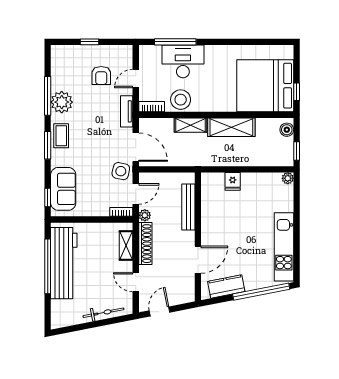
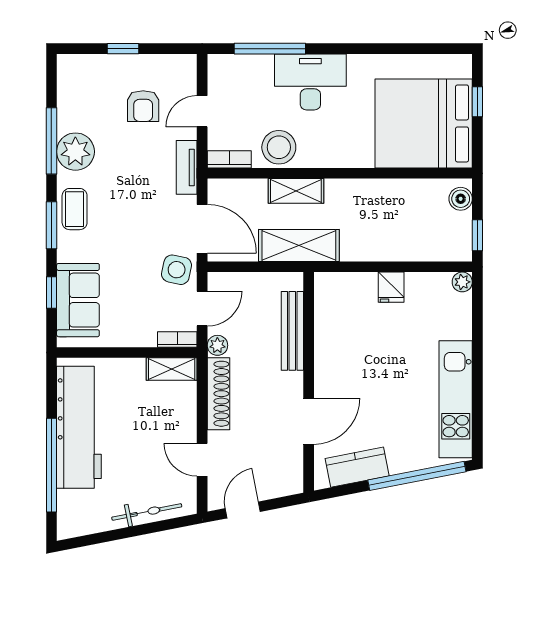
desk: (183, 61) -> (310, 82), moved
window: (297, 92) -> (477, 102), moved
shelving: (231, 127) -> (299, 246), moved
fridge: (233, 181) -> (391, 287), moved
window: (48, 198) -> (51, 292), moved
shelving: (126, 246) -> (172, 369), moved, turned 90
window: (48, 266) -> (51, 465), moved

